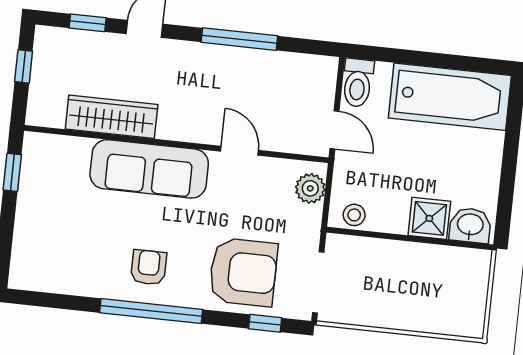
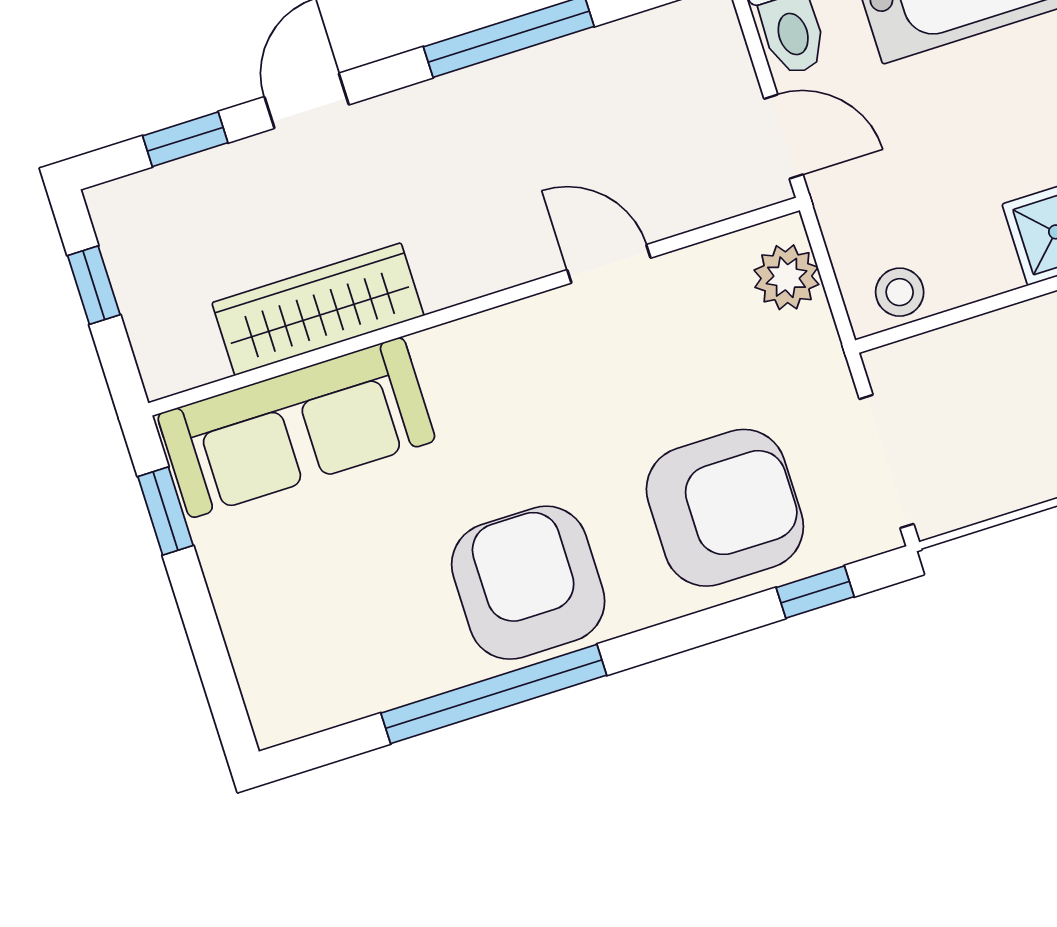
sofa: (149, 169) -> (296, 428), moved
armchair: (149, 267) -> (528, 583), width x1.88, depth x1.88
window: (151, 311) -> (494, 694), moved

